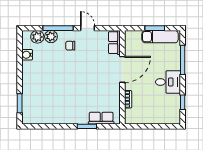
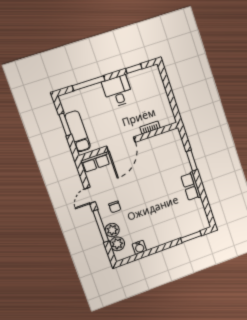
exam couch: (160, 37) -> (78, 131), moved
door: (122, 69) -> (121, 144), swing flipped
row of seats: (101, 118) -> (191, 186), moved

